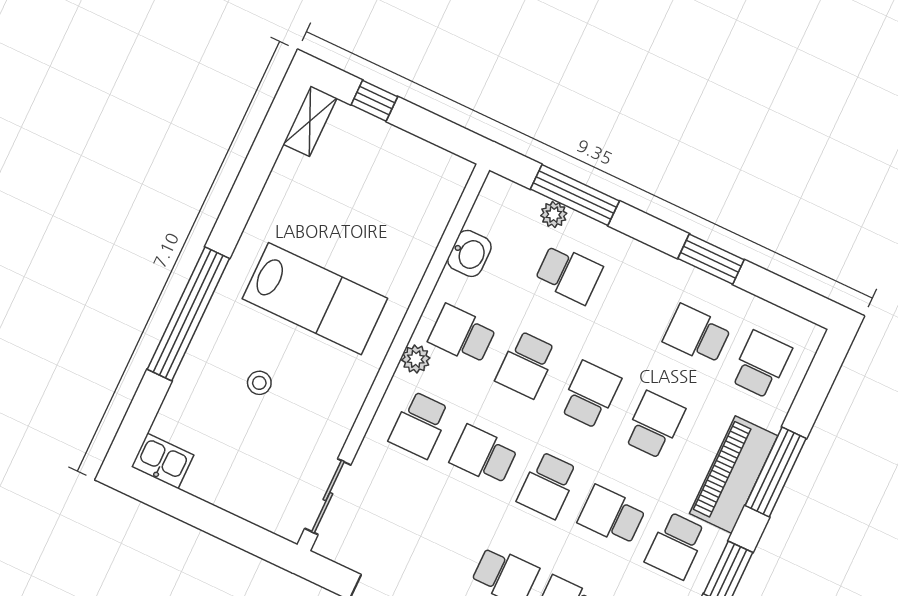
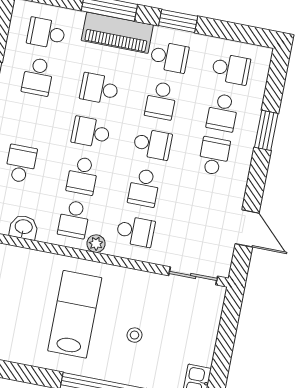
school desk: (526, 365) -> (82, 176), turned 90

